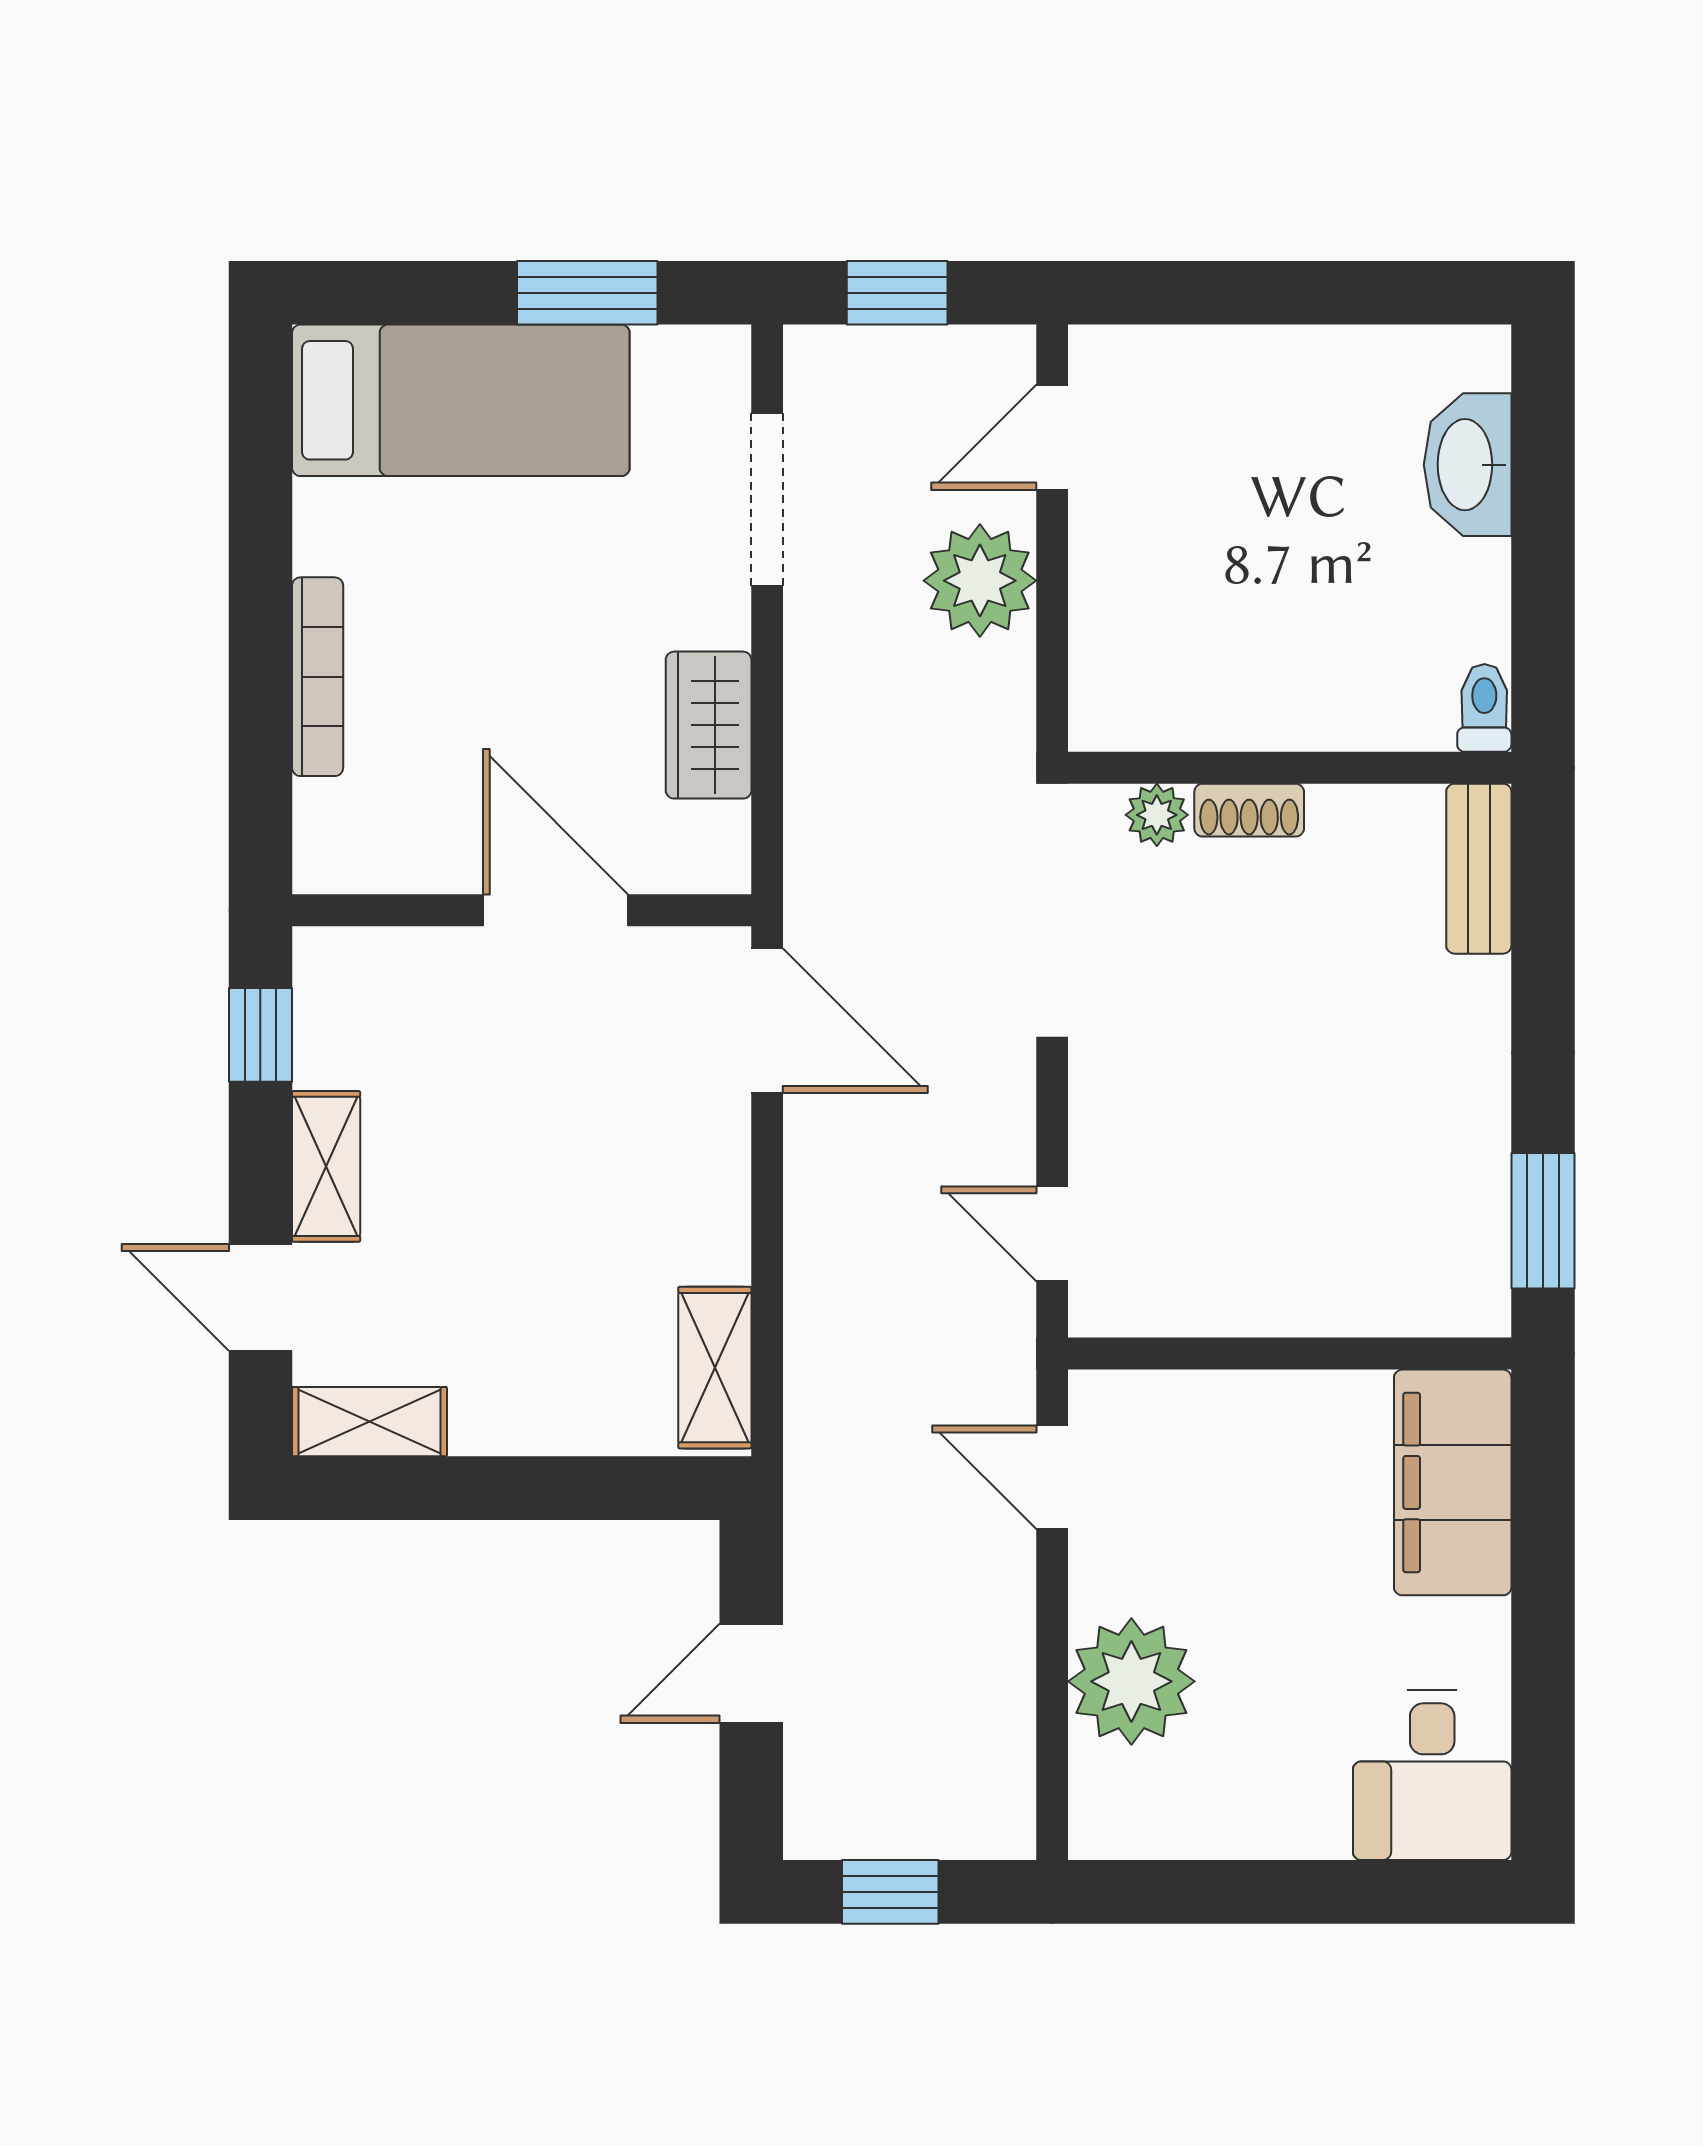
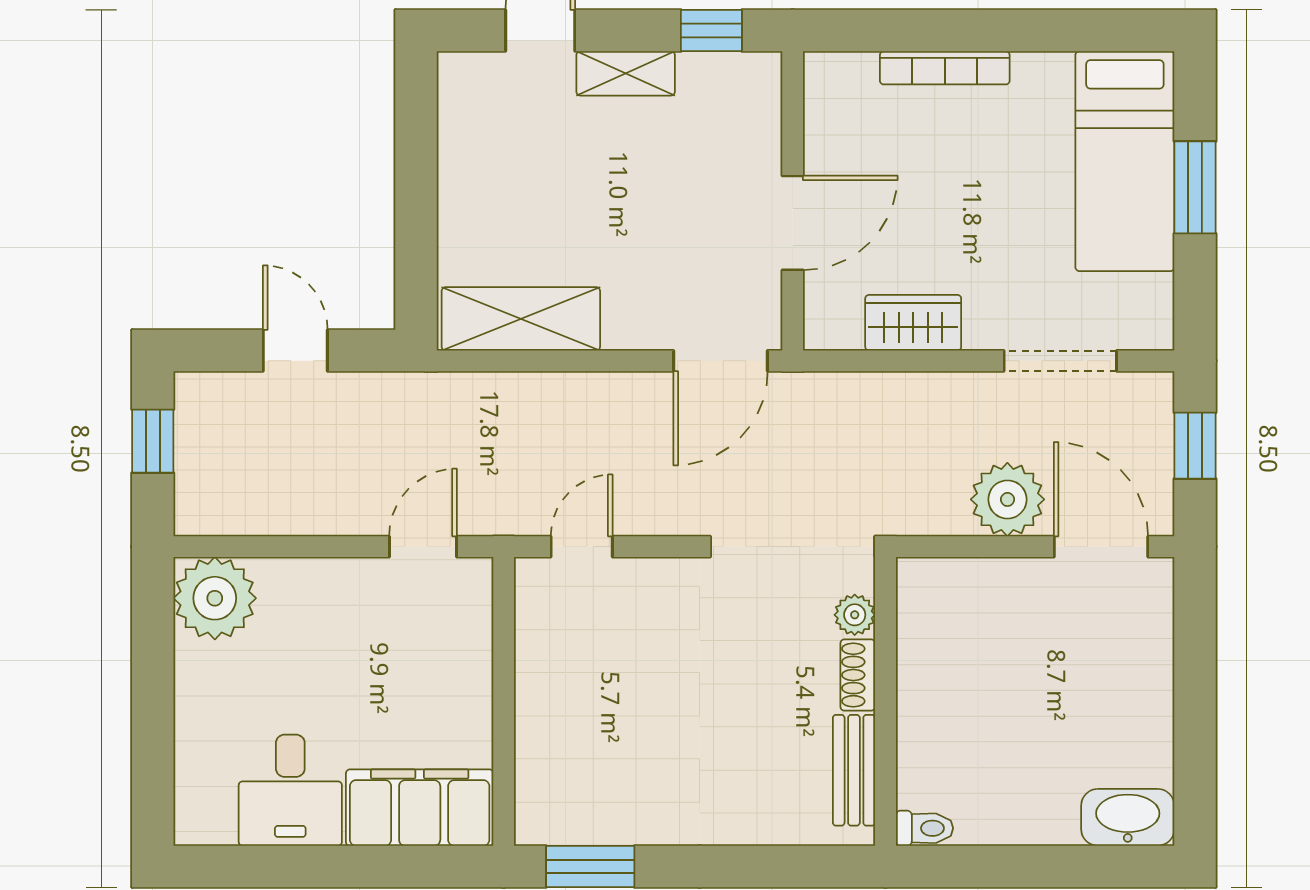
window: (587, 293) -> (1195, 187), moved
door: (1052, 437) -> (1101, 547), width x1.38
washbasin: (1468, 465) -> (1128, 817), moved
bench: (1479, 869) -> (854, 770), moved, turned 90
shelving: (715, 1368) -> (521, 319), width x1.50, depth x1.33
shelving: (370, 1422) -> (459, 102), removed
plant: (1131, 1681) -> (215, 598), moved
desk: (1432, 1775) -> (290, 790), moved, turned -90

